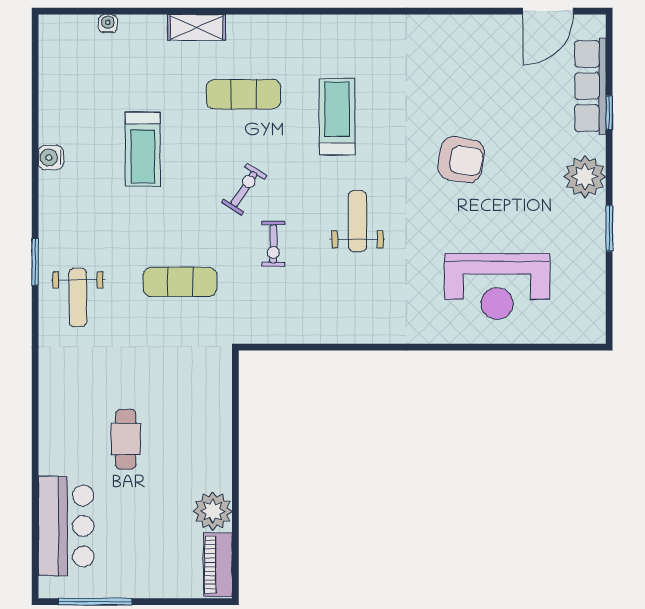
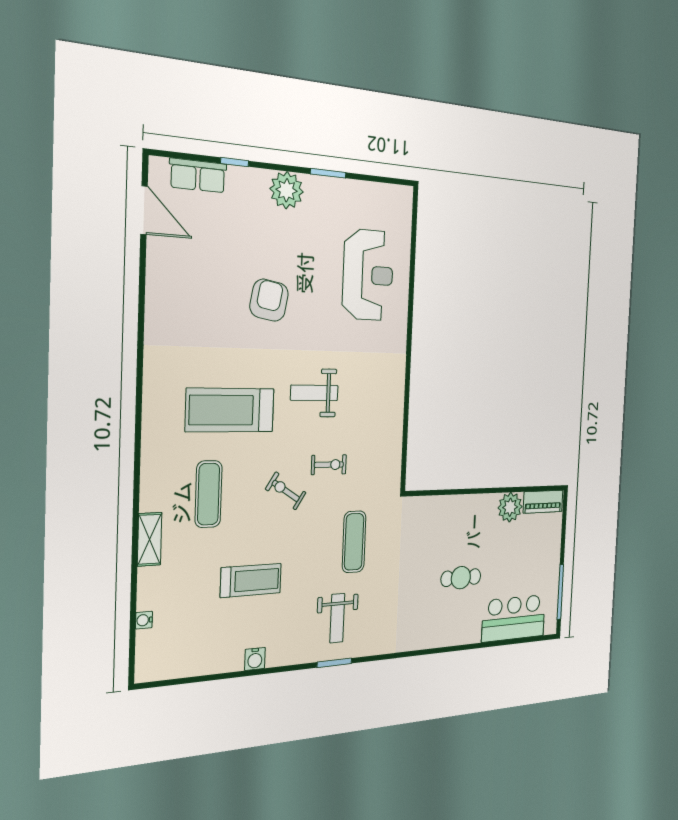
row of seats: (590, 86) -> (198, 175), width x0.68
treadmill: (337, 117) -> (230, 410), width x1.37, depth x1.38
weight bench: (78, 297) -> (337, 618), moved, turned 90

